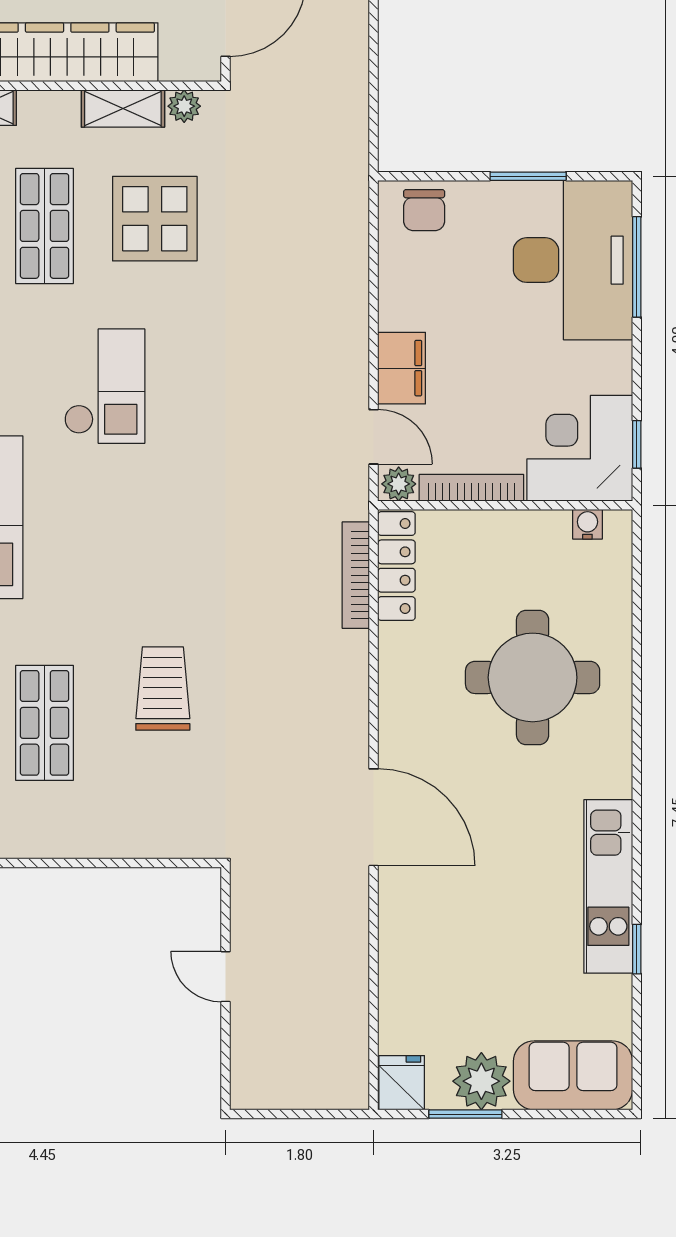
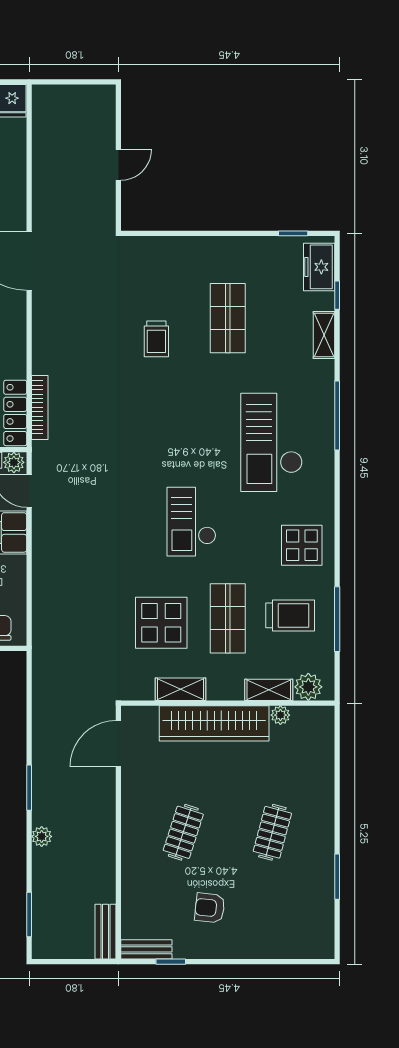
plant: (184, 106) -> (143, 691), removed
trolley: (163, 689) -> (156, 339), width x0.73, depth x0.72
door: (226, 977) -> (118, 165), hinge flipped

